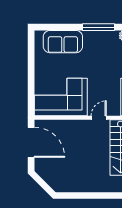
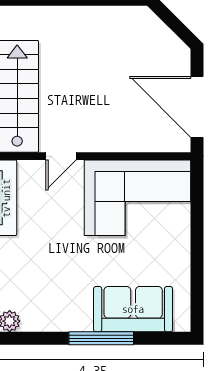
window: (99, 27) -> (101, 338), moved

